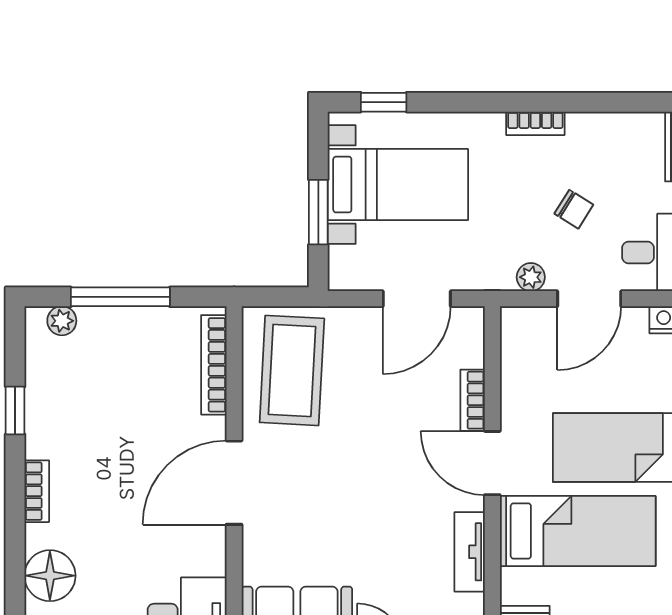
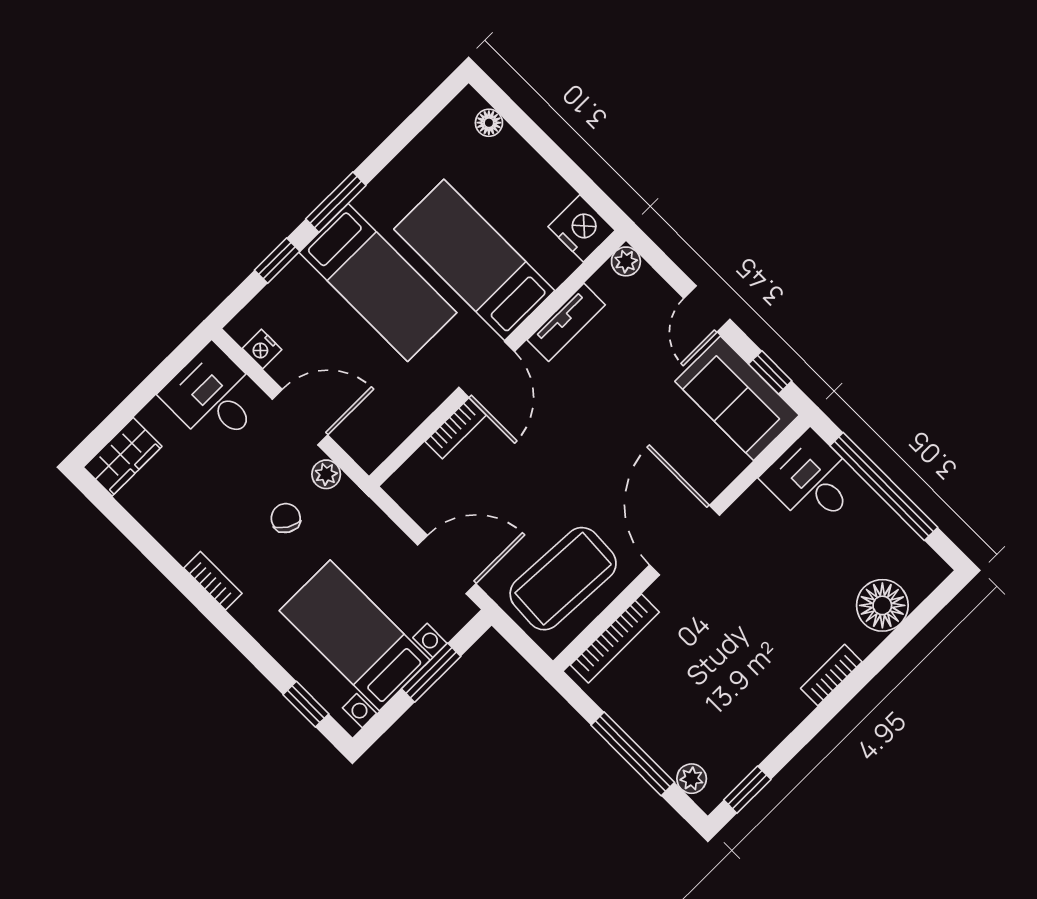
chair: (574, 209) -> (286, 518), moved
door: (417, 299) -> (447, 564), moved
window: (15, 410) -> (747, 790), moved
door: (234, 483) -> (685, 540), swing flipped

